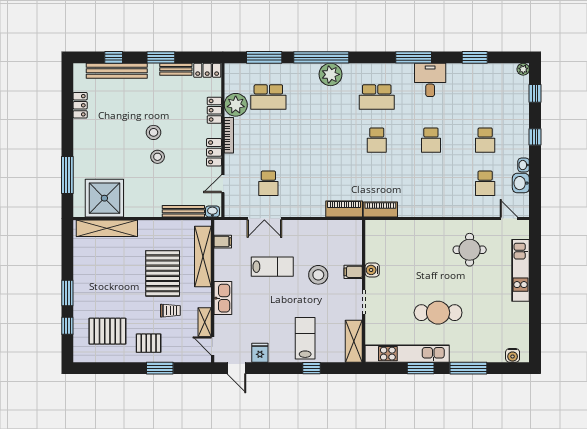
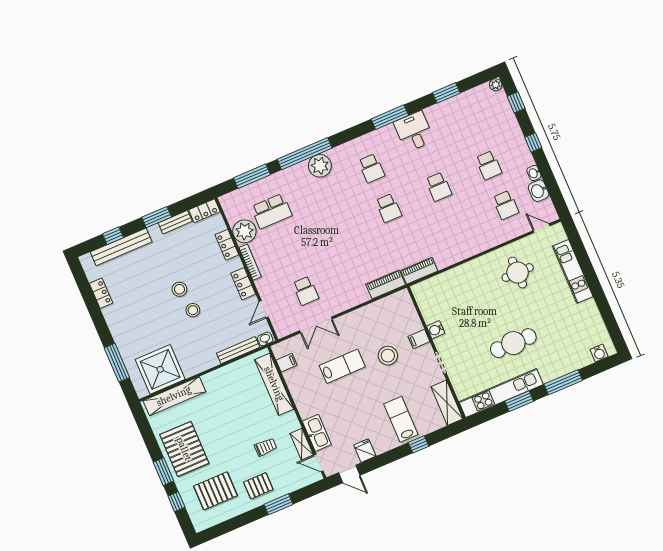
school desk: (377, 97) -> (371, 168), width x0.54
pallet: (163, 273) -> (184, 449), moved
kitchen sink: (223, 298) -> (317, 433), moved

